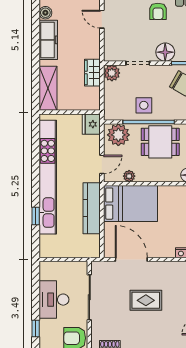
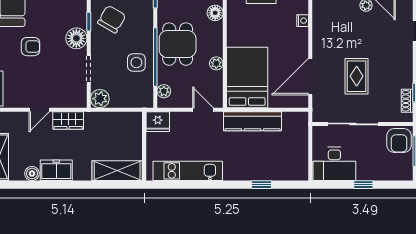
freezer: (48, 40) -> (56, 170), width x0.71
wardrobe: (92, 73) -> (68, 120), moved
plant: (118, 135) -> (164, 91), width x0.53, depth x0.53
plant: (129, 176) -> (216, 63), moved
kitchen unit: (48, 177) -> (188, 171), width x0.54
desk: (54, 300) -> (334, 164), moved
rug: (146, 300) -> (357, 76), moved
window: (36, 329) -> (363, 185), moved

